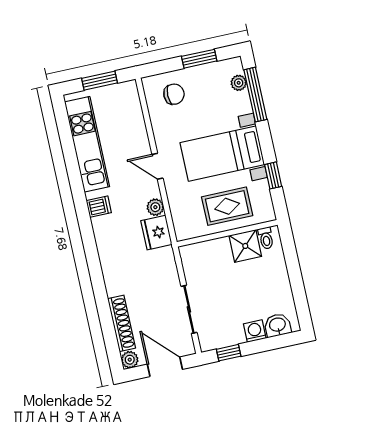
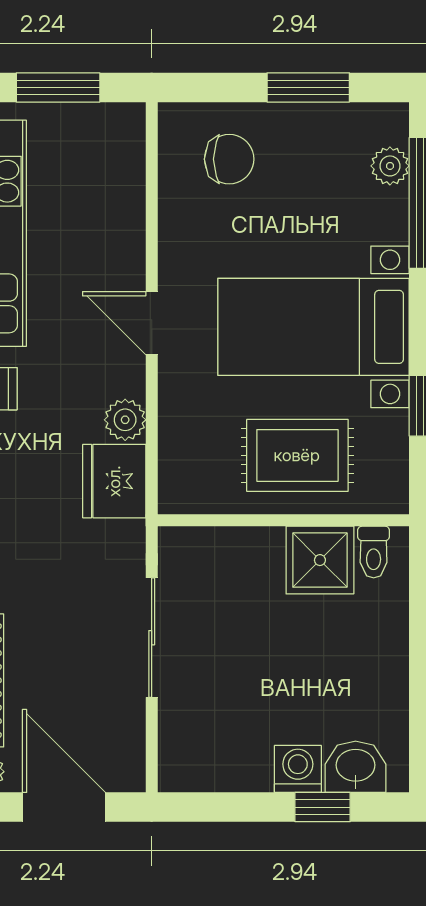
sliding door: (189, 309) -> (152, 638), moved
window: (229, 353) -> (323, 807), moved

